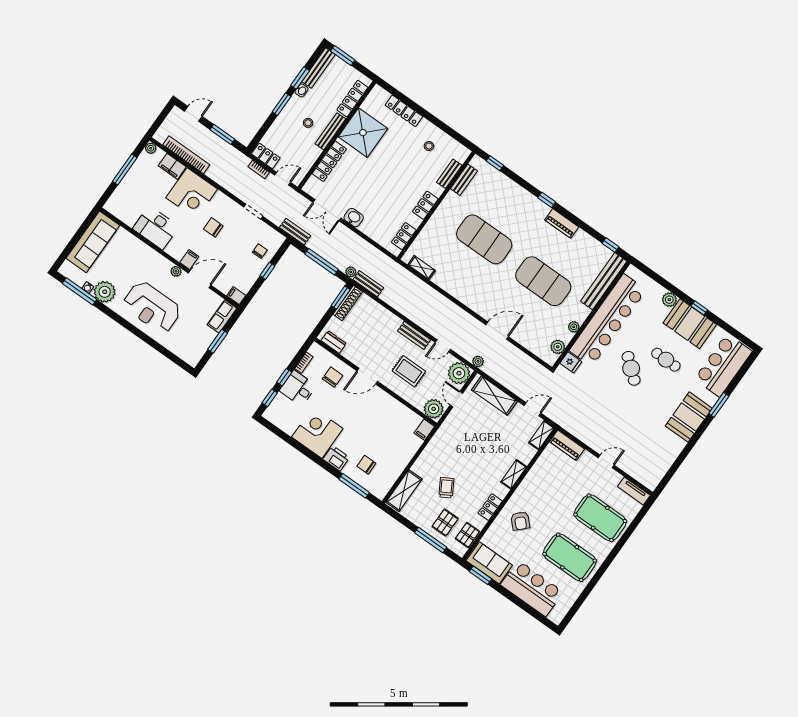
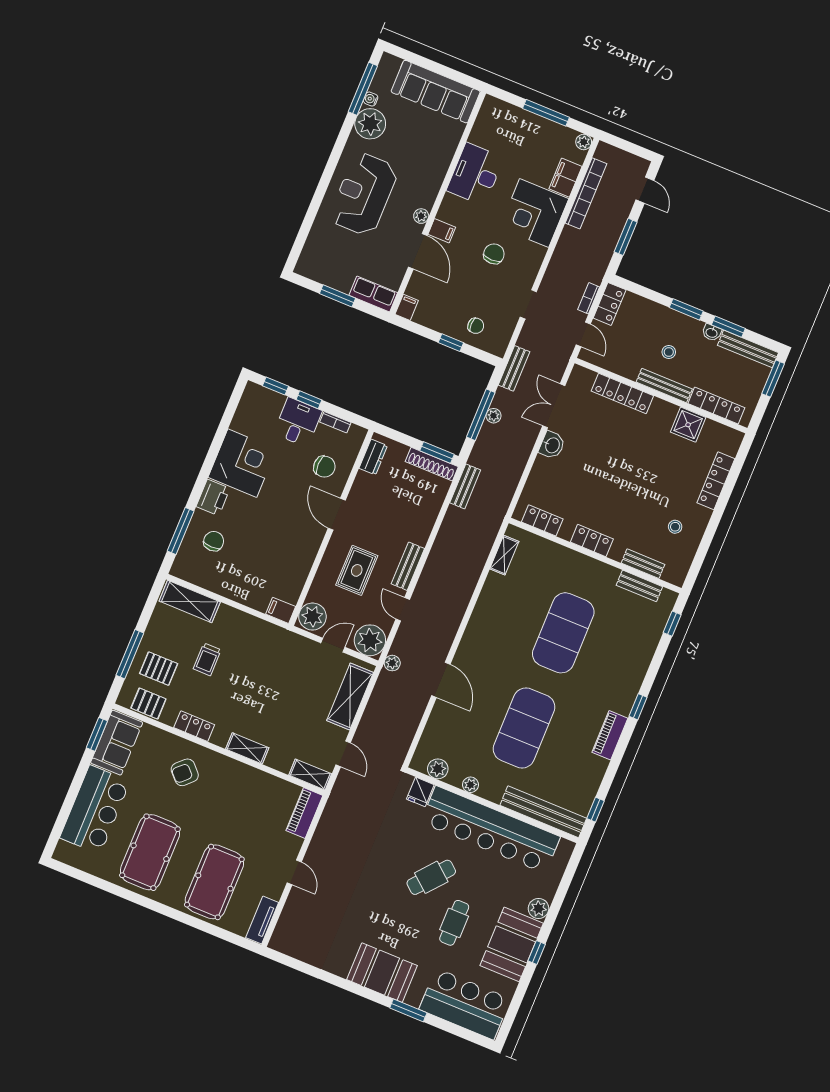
shower: (363, 133) -> (688, 425), width x0.54, depth x0.54
plant: (351, 272) -> (494, 416), moved
trolley: (446, 488) -> (207, 659), turned 120

